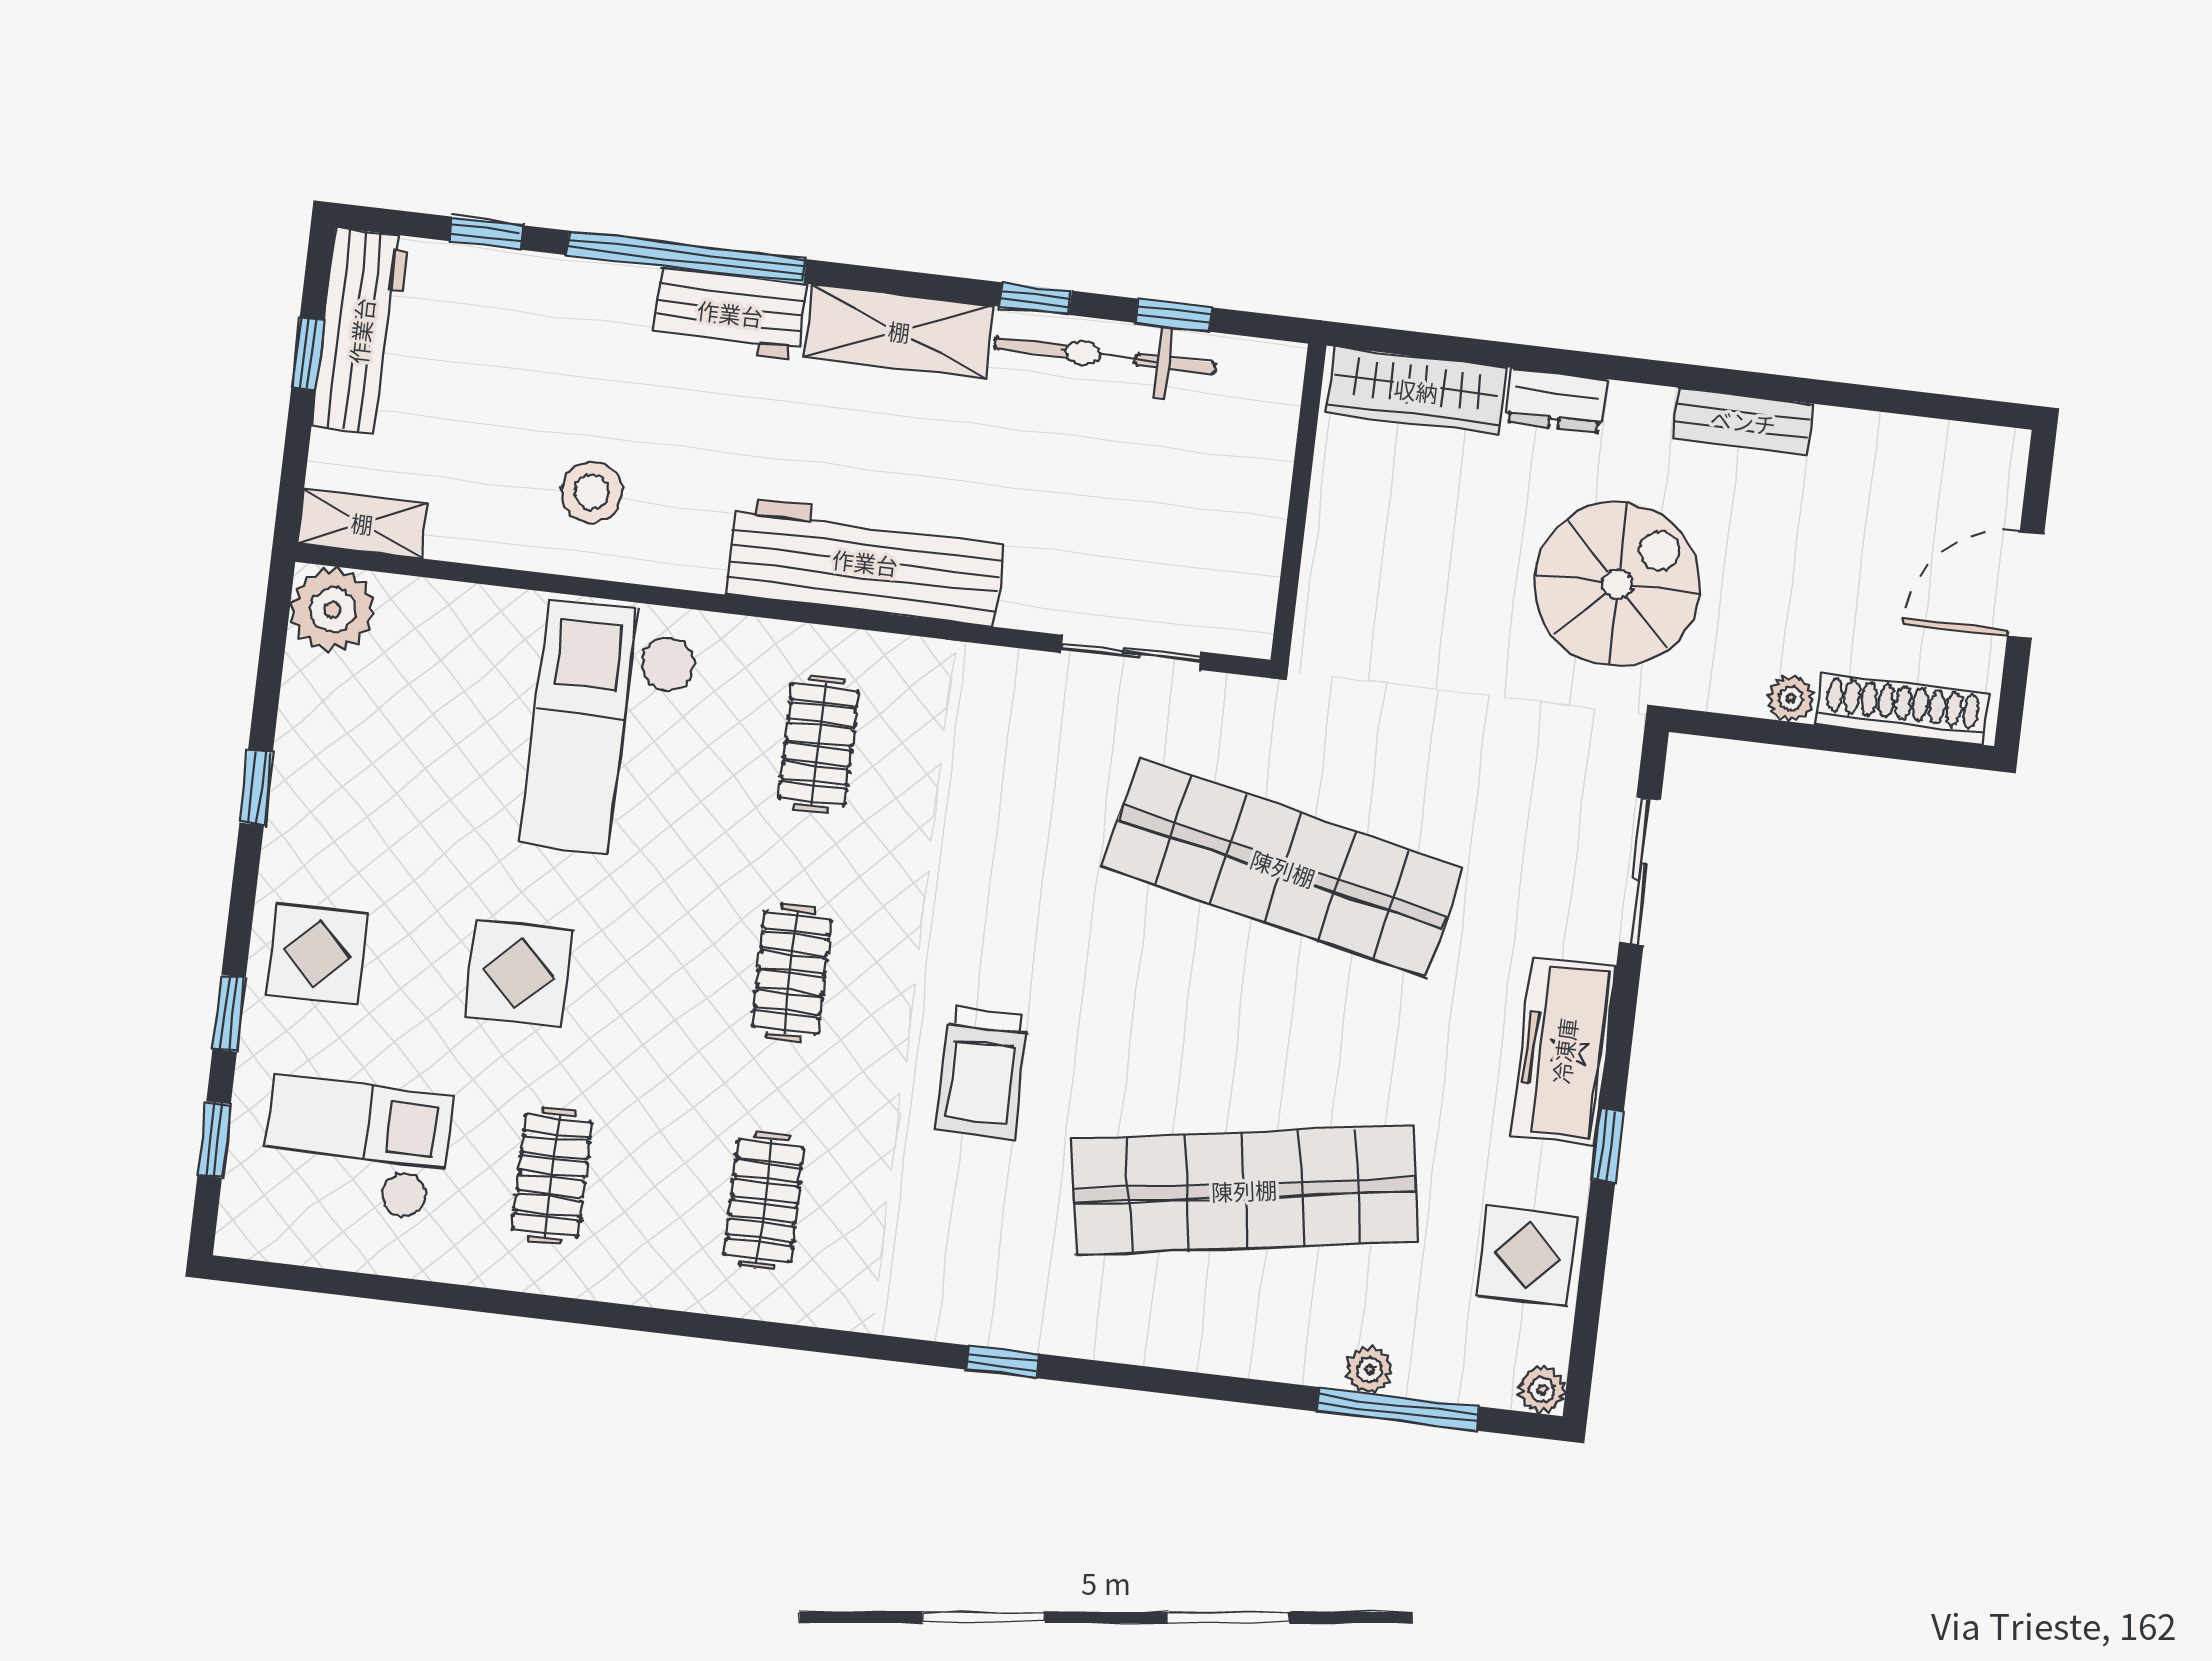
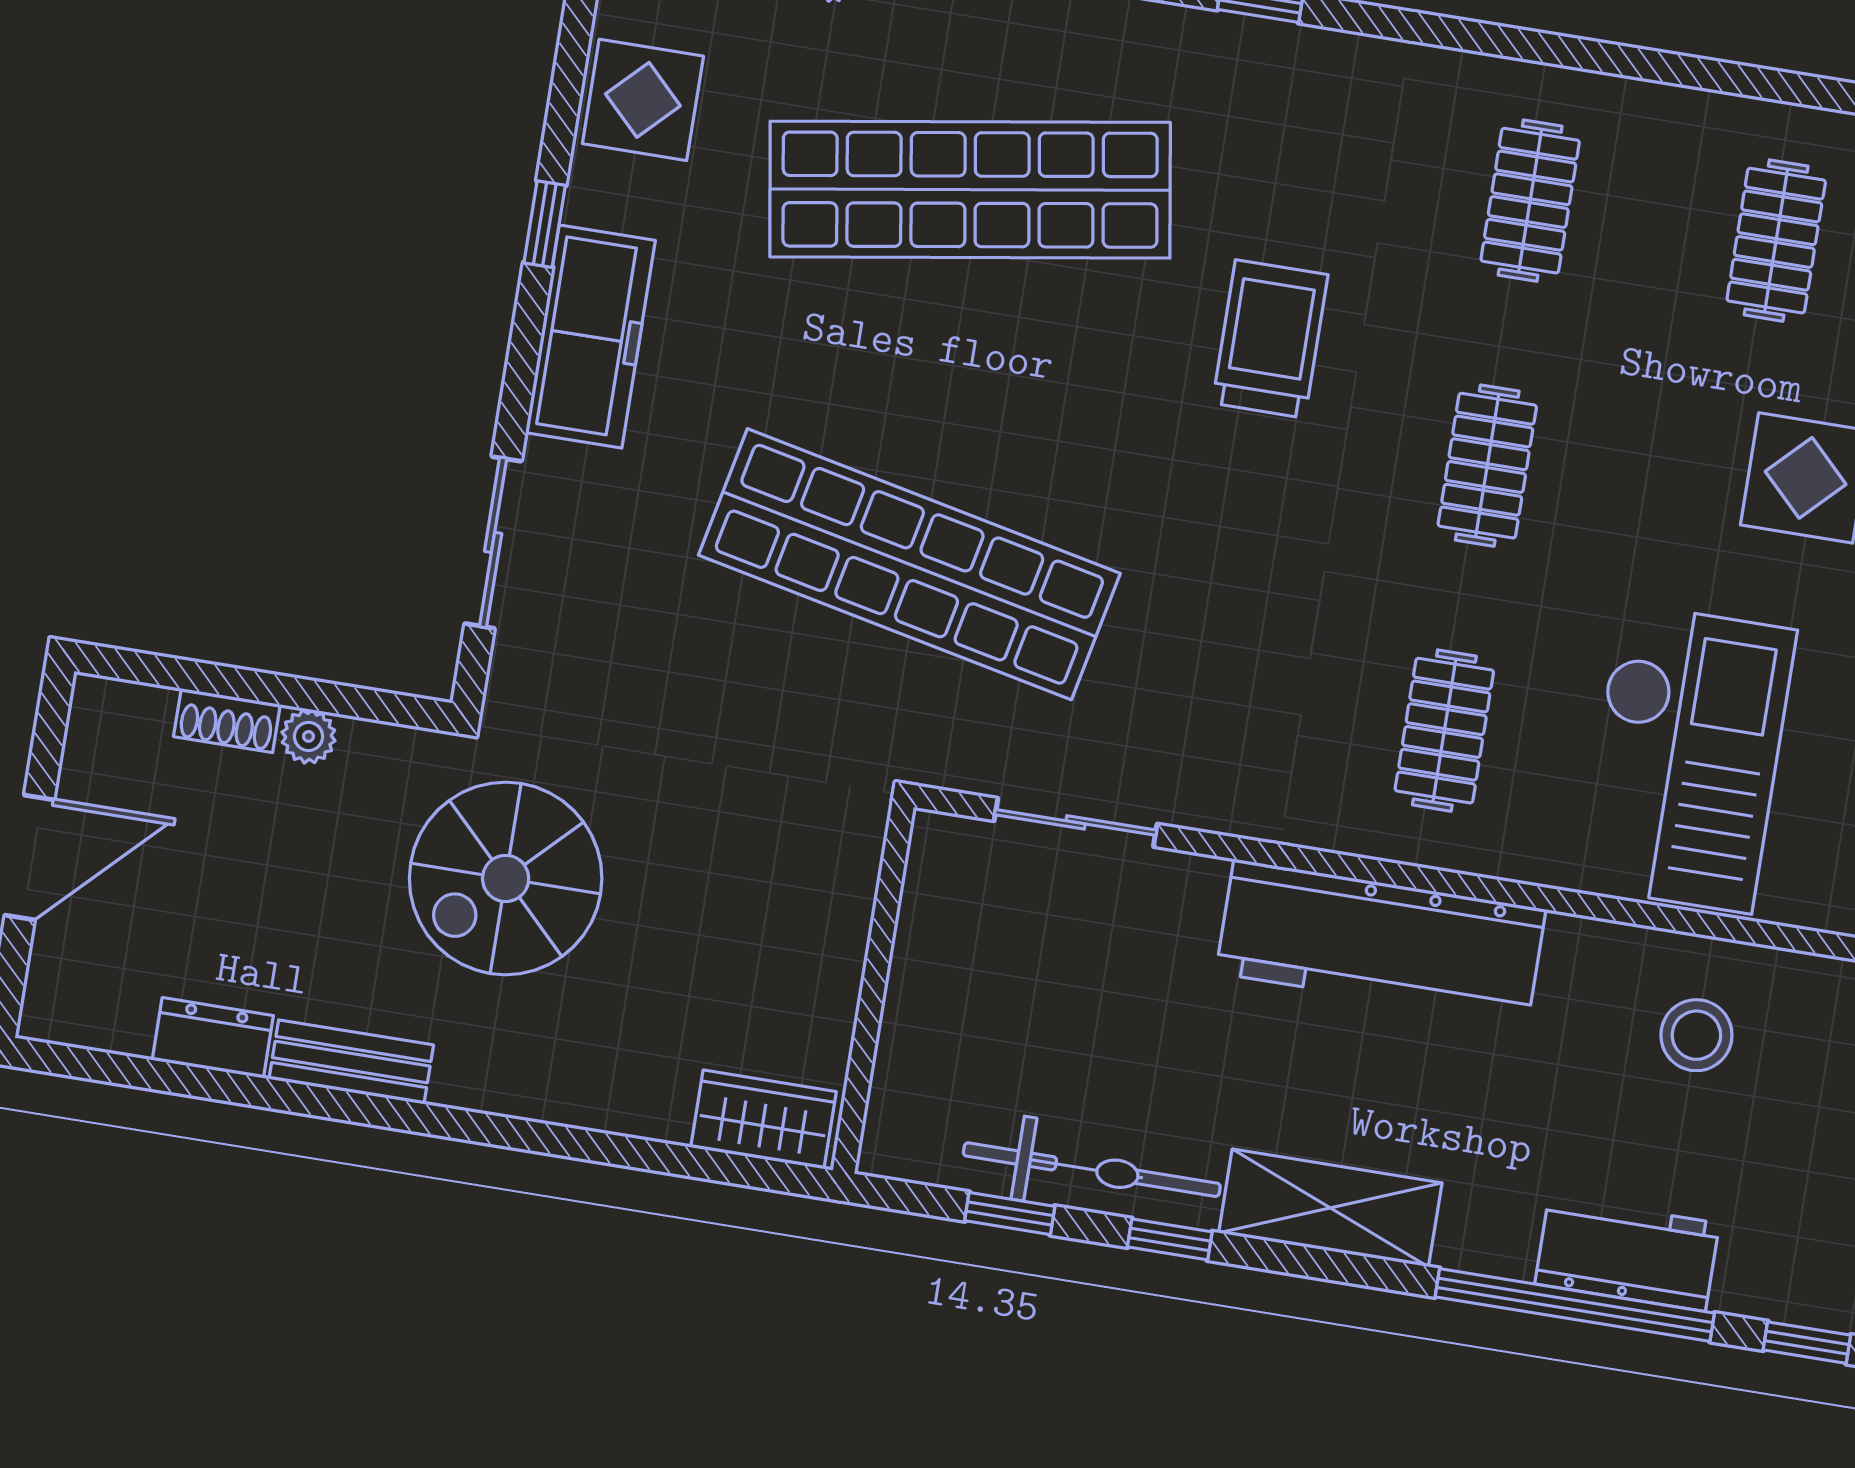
workbench: (730, 313) -> (1627, 1254), moved
wardrobe: (1416, 390) -> (763, 1119), width x0.67
dresser: (1556, 400) -> (213, 1038), moved
shoe rack: (1902, 709) -> (227, 721), width x0.51, depth x0.81

